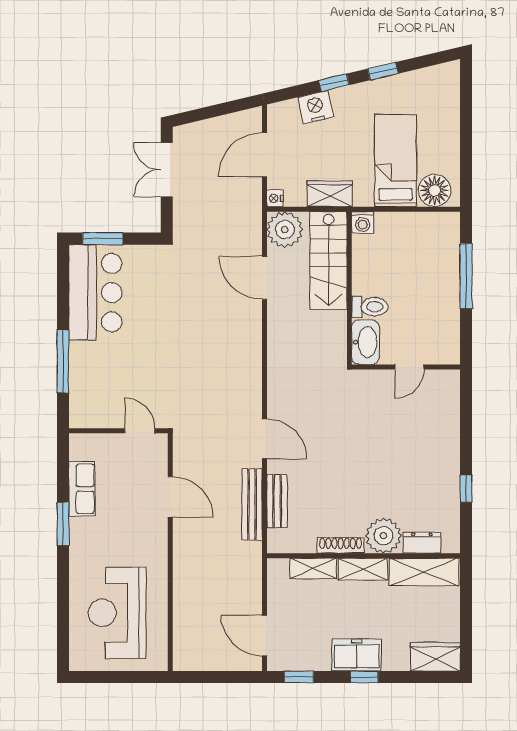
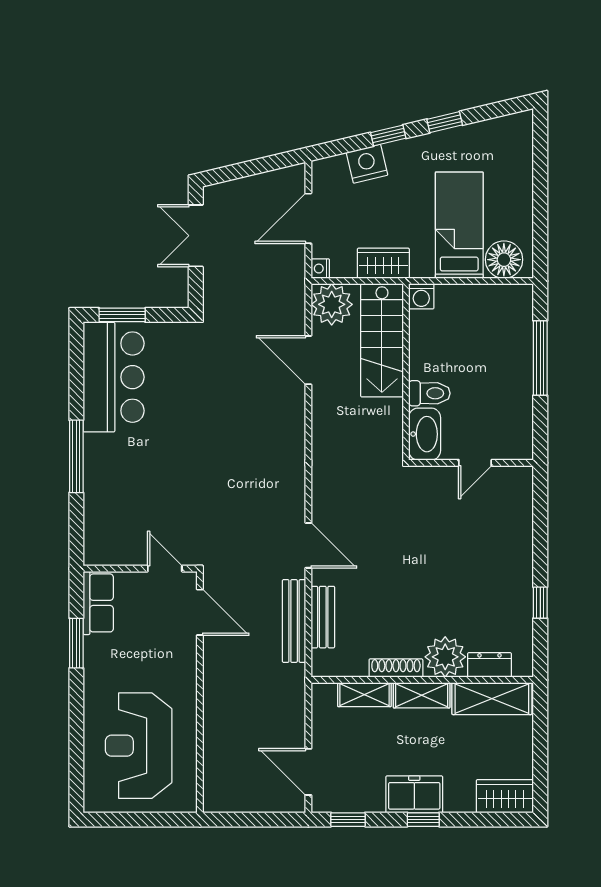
wall: (118, 431) -> (140, 569), moved
door: (140, 431) -> (165, 569), moved

